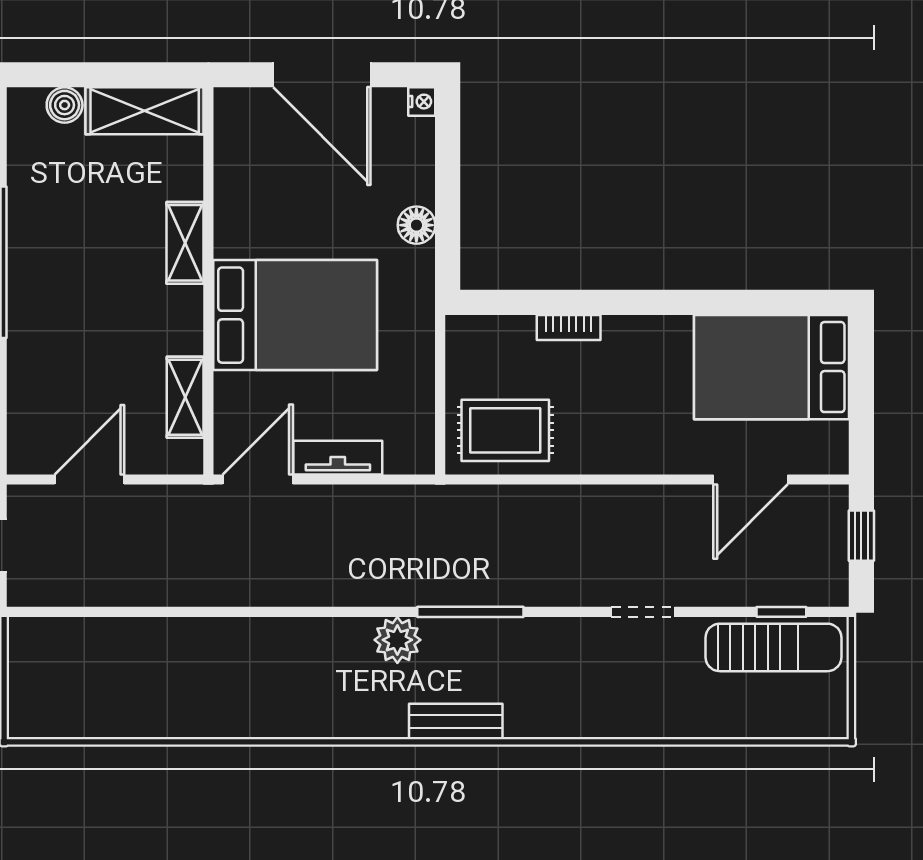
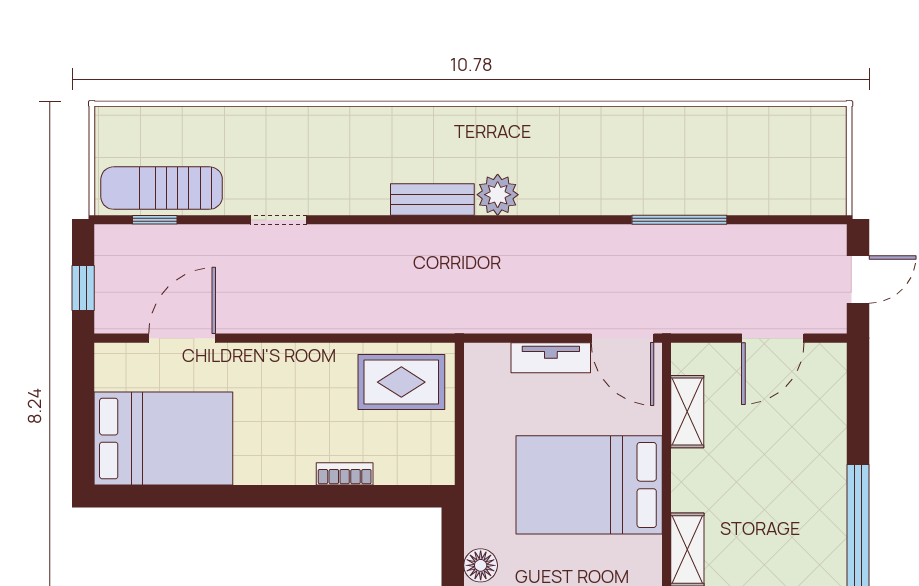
door: (258, 479) -> (622, 338), hinge flipped
window: (470, 612) -> (679, 220), moved
bench: (456, 721) -> (432, 199), moved

